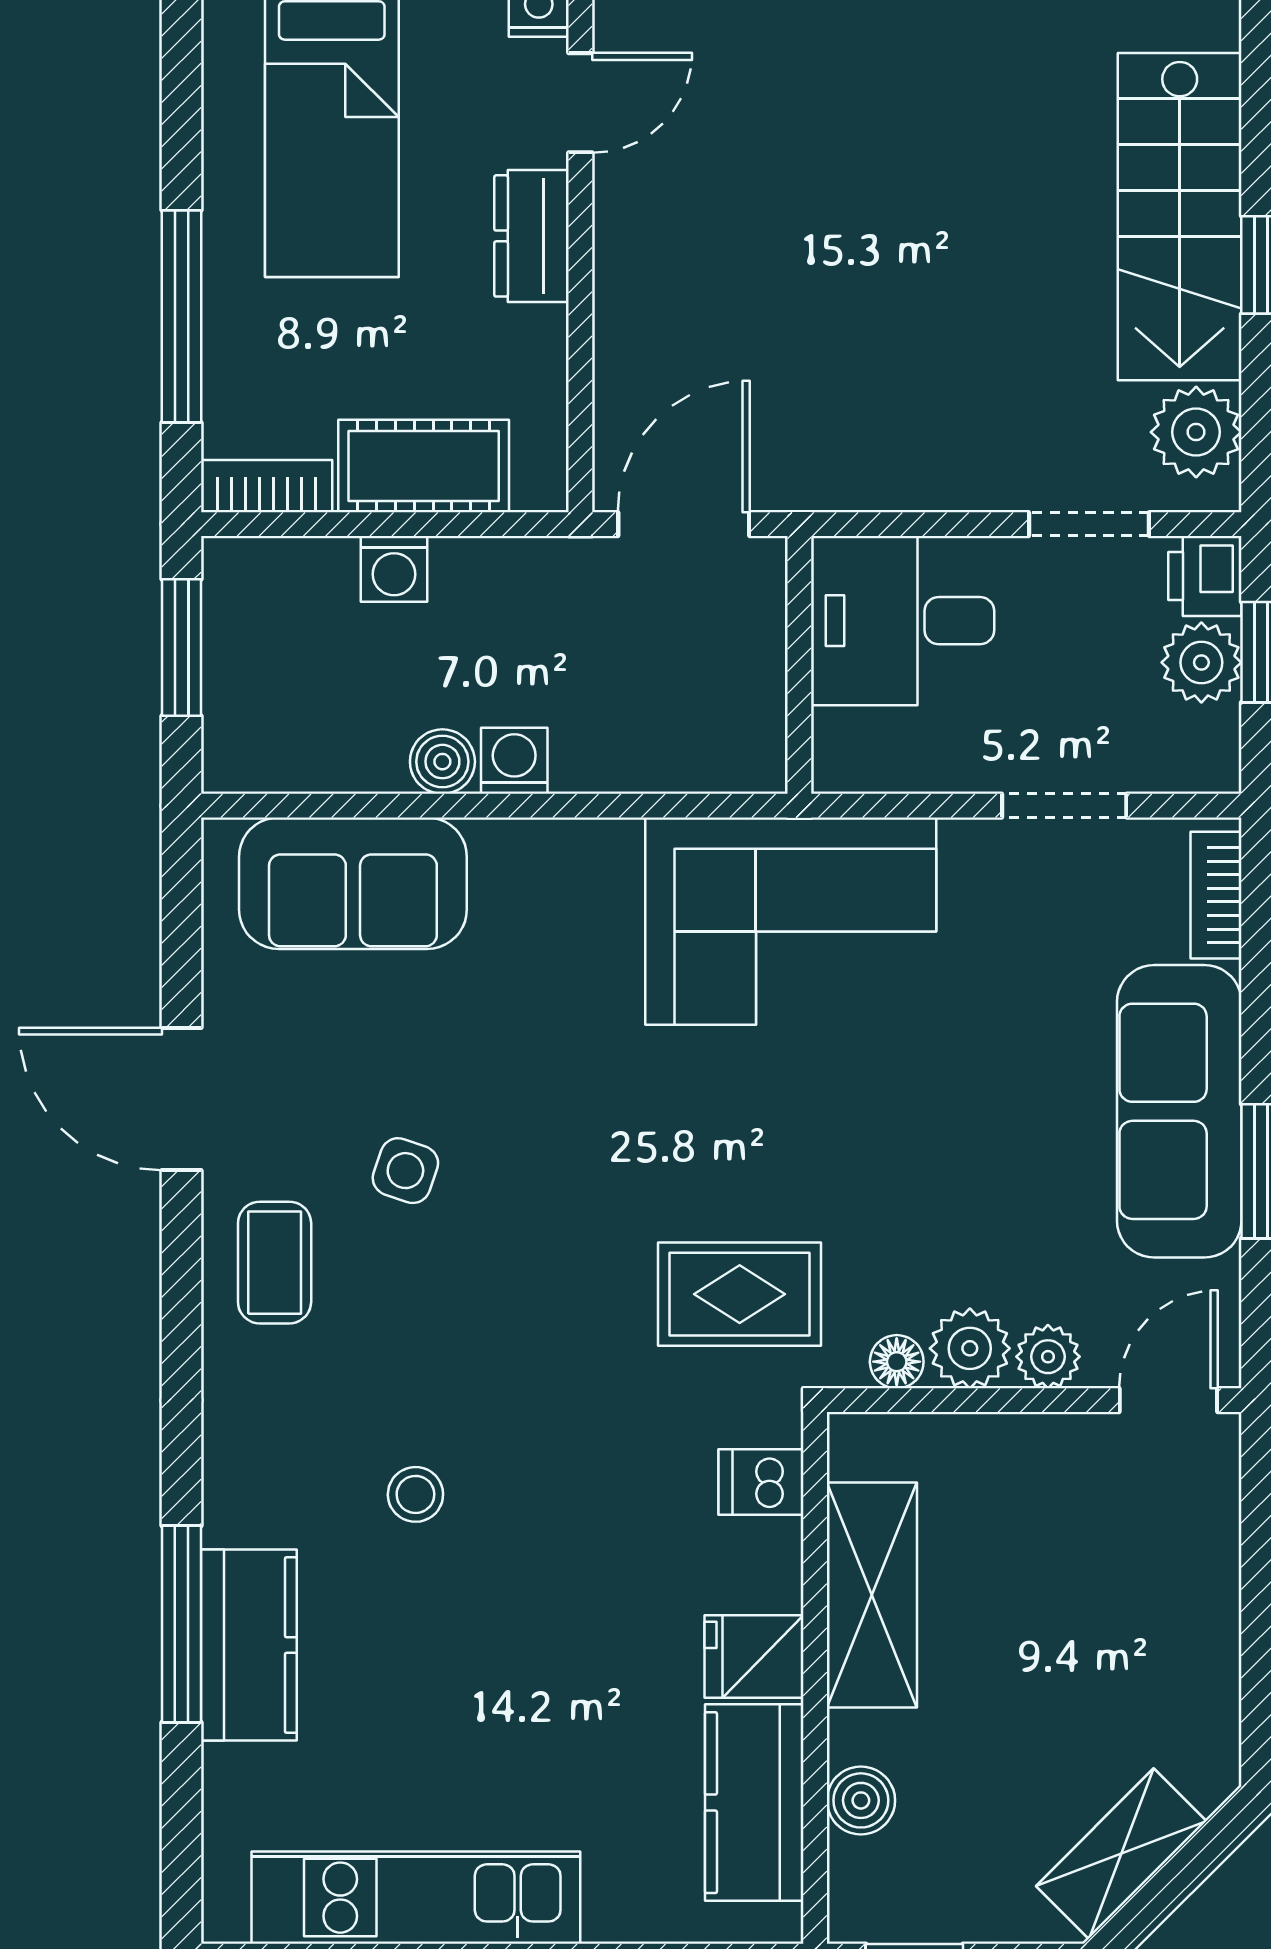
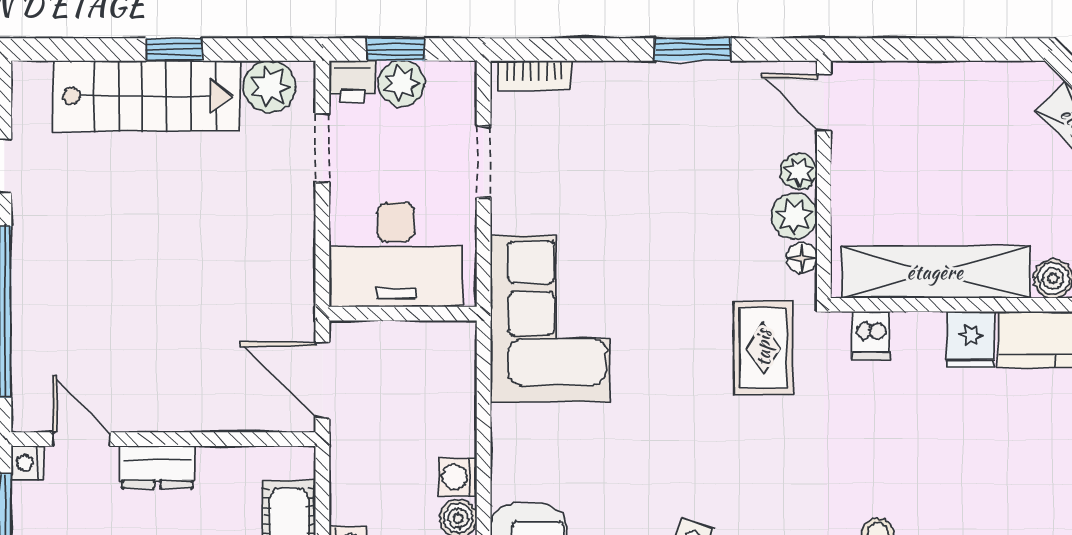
desk: (903, 621) -> (396, 255), width x1.37
sofa: (1179, 1111) -> (659, 96), removed
shelving: (872, 1595) -> (935, 272), width x1.47

